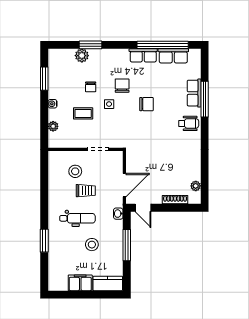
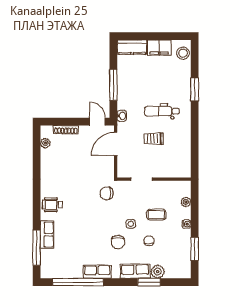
row of seats: (173, 56) -> (135, 271), moved
window: (205, 99) -> (37, 248), moved
chair: (146, 104) -> (107, 193), moved
stool: (75, 171) -> (164, 158), removed
stool: (92, 245) -> (183, 53), moved

